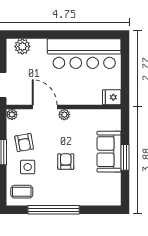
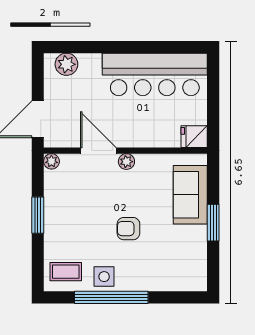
armchair: (24, 143) -> (69, 201), removed
sofa: (109, 152) -> (190, 195), moved
armchair: (66, 162) -> (128, 229), turned -90
side table: (28, 167) -> (104, 277), moved

